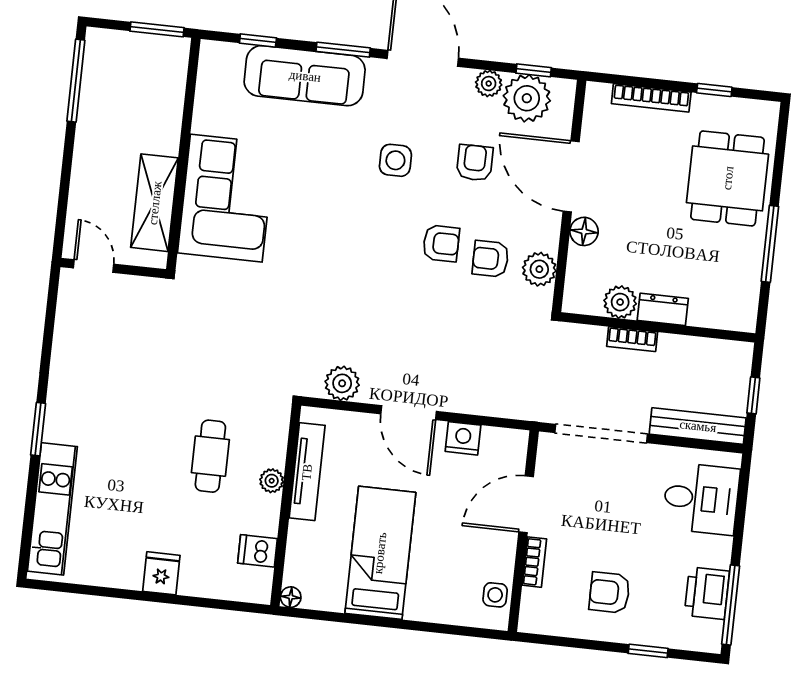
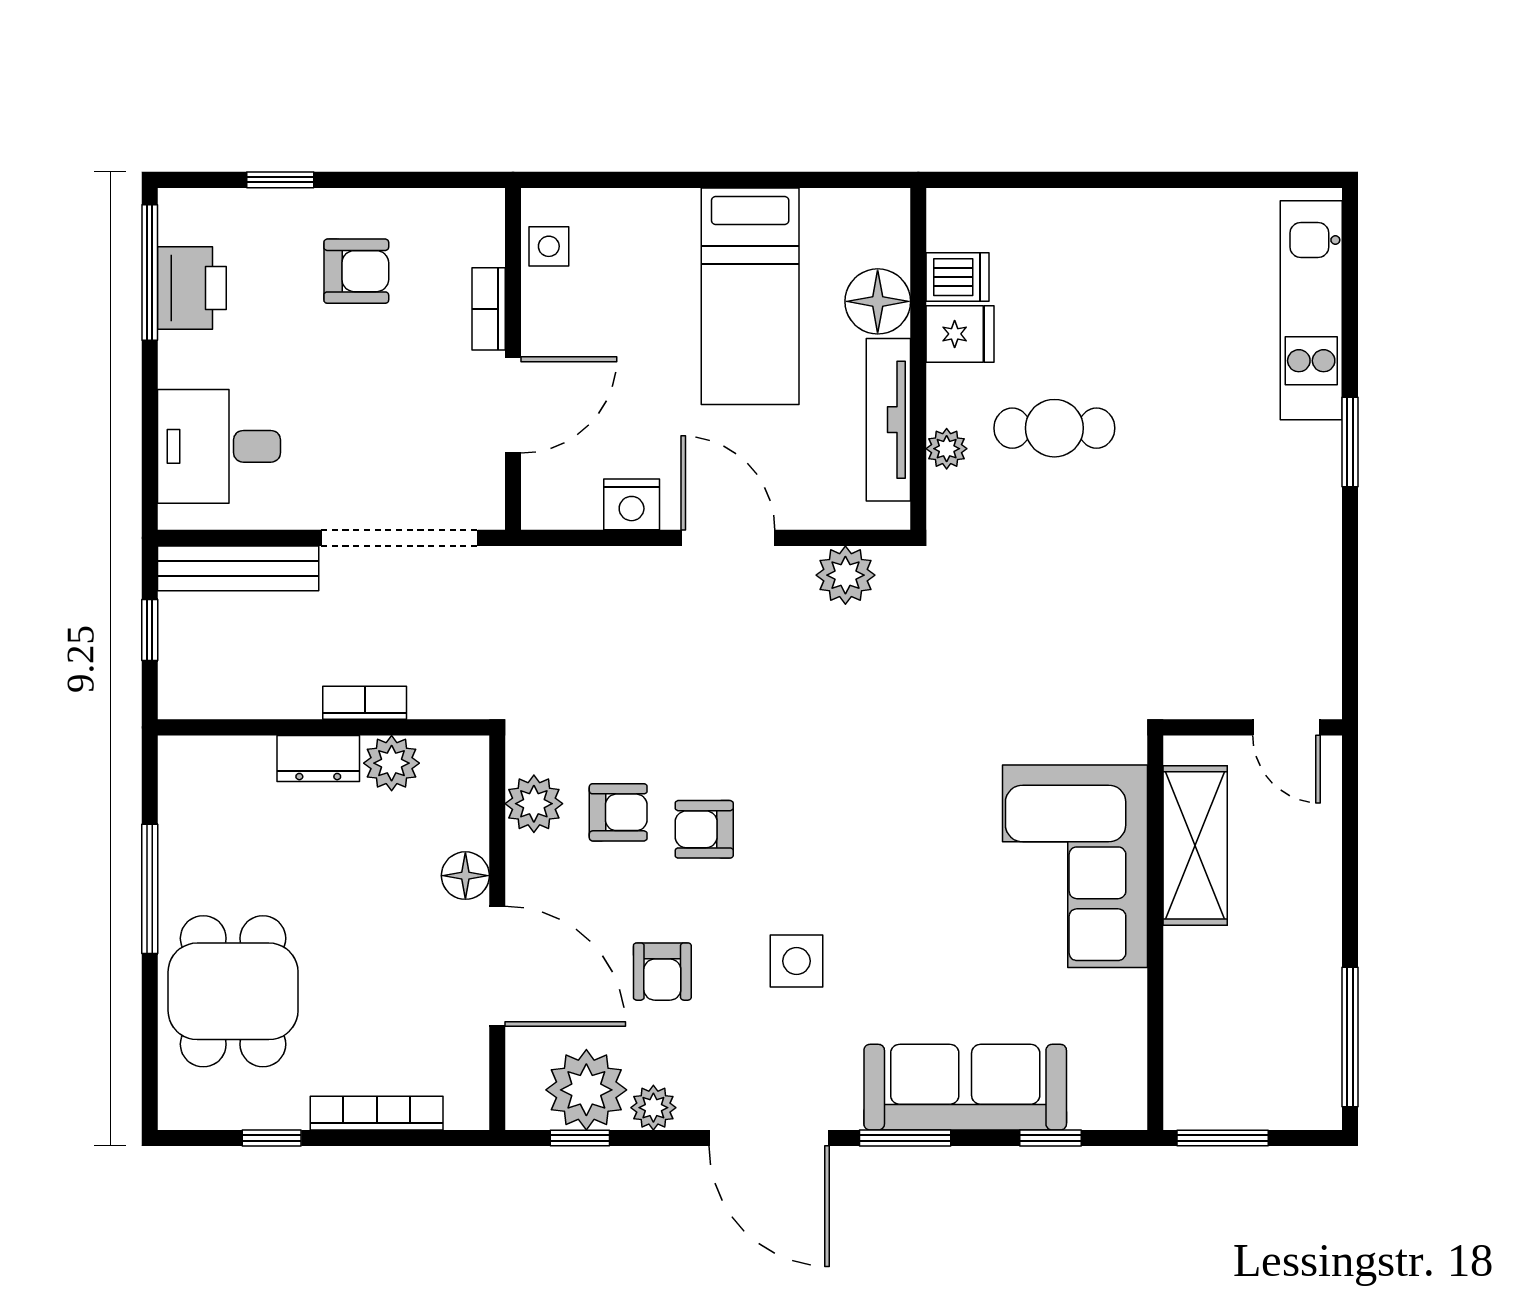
cafe table: (210, 456) -> (1054, 428), turned 90
plant: (272, 481) -> (947, 449), moved
fridge: (161, 573) -> (960, 334), moved, turned -90
floor lamp: (291, 597) -> (878, 301), moved, width x1.89, depth x1.89

